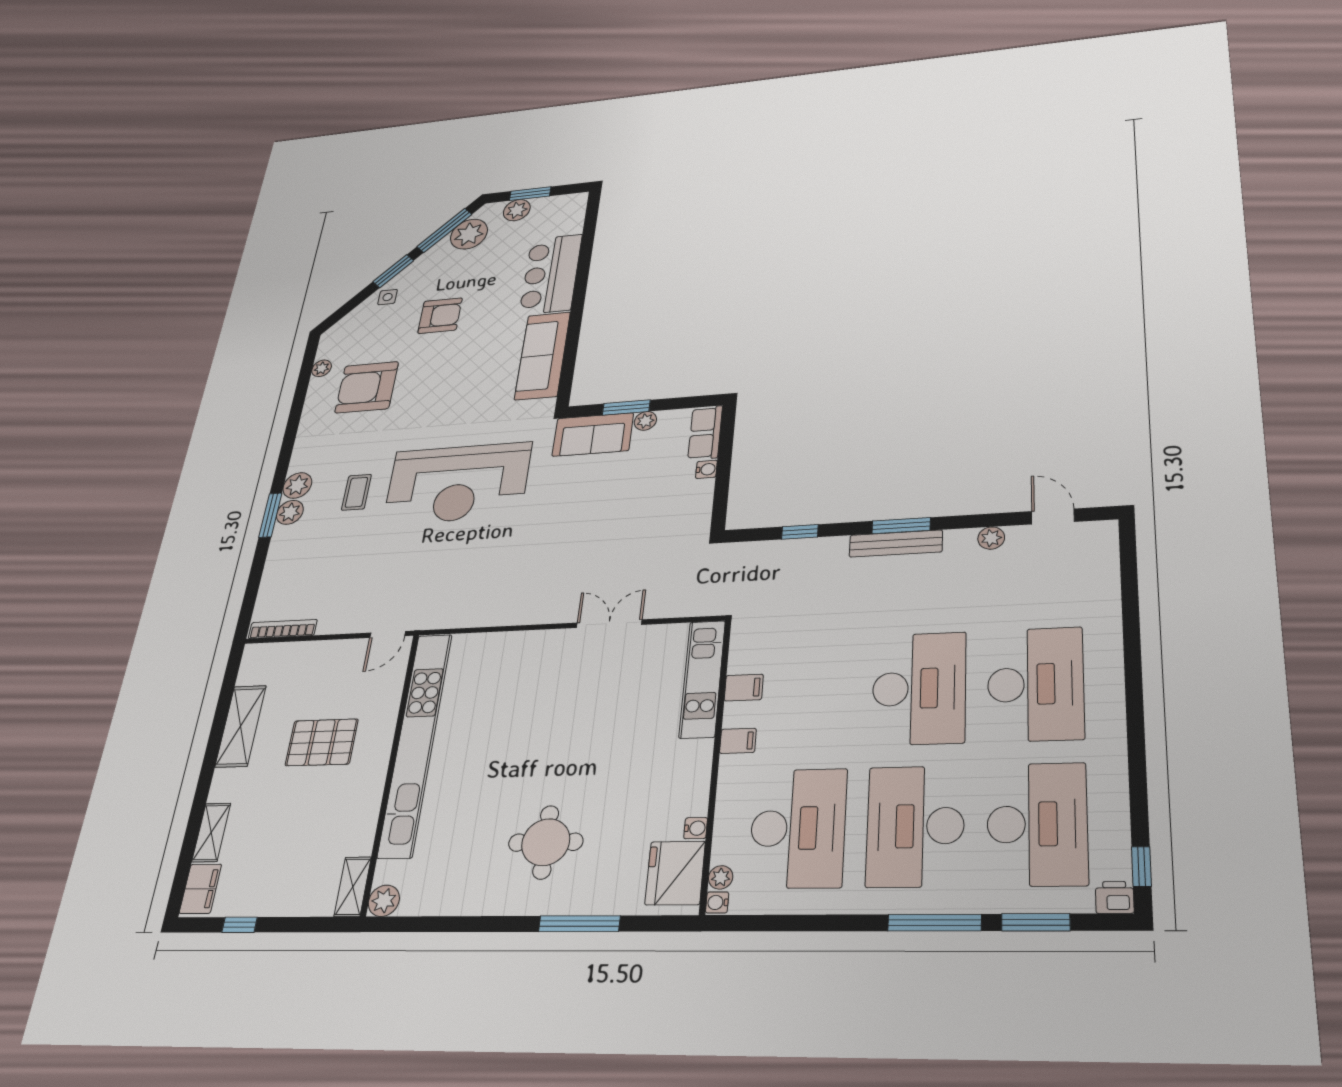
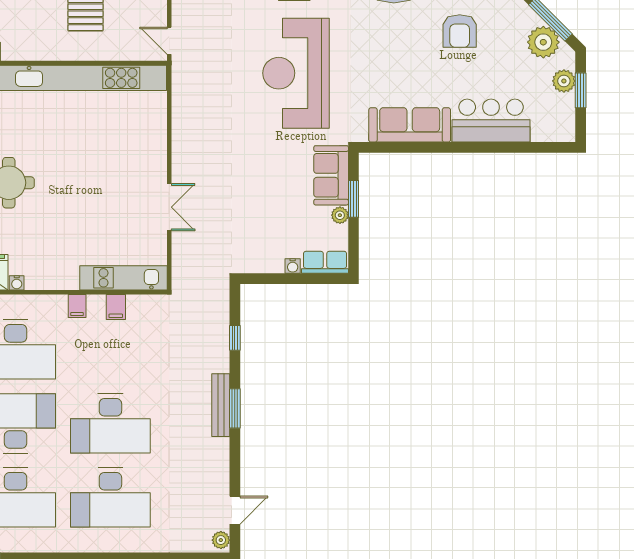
plant: (991, 538) -> (221, 540), moved

